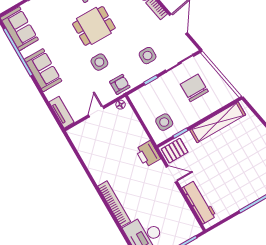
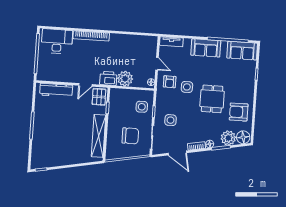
armchair: (120, 84) -> (170, 82), moved
side table: (164, 122) -> (142, 107), moved
plant: (136, 135) -> (125, 79), added

